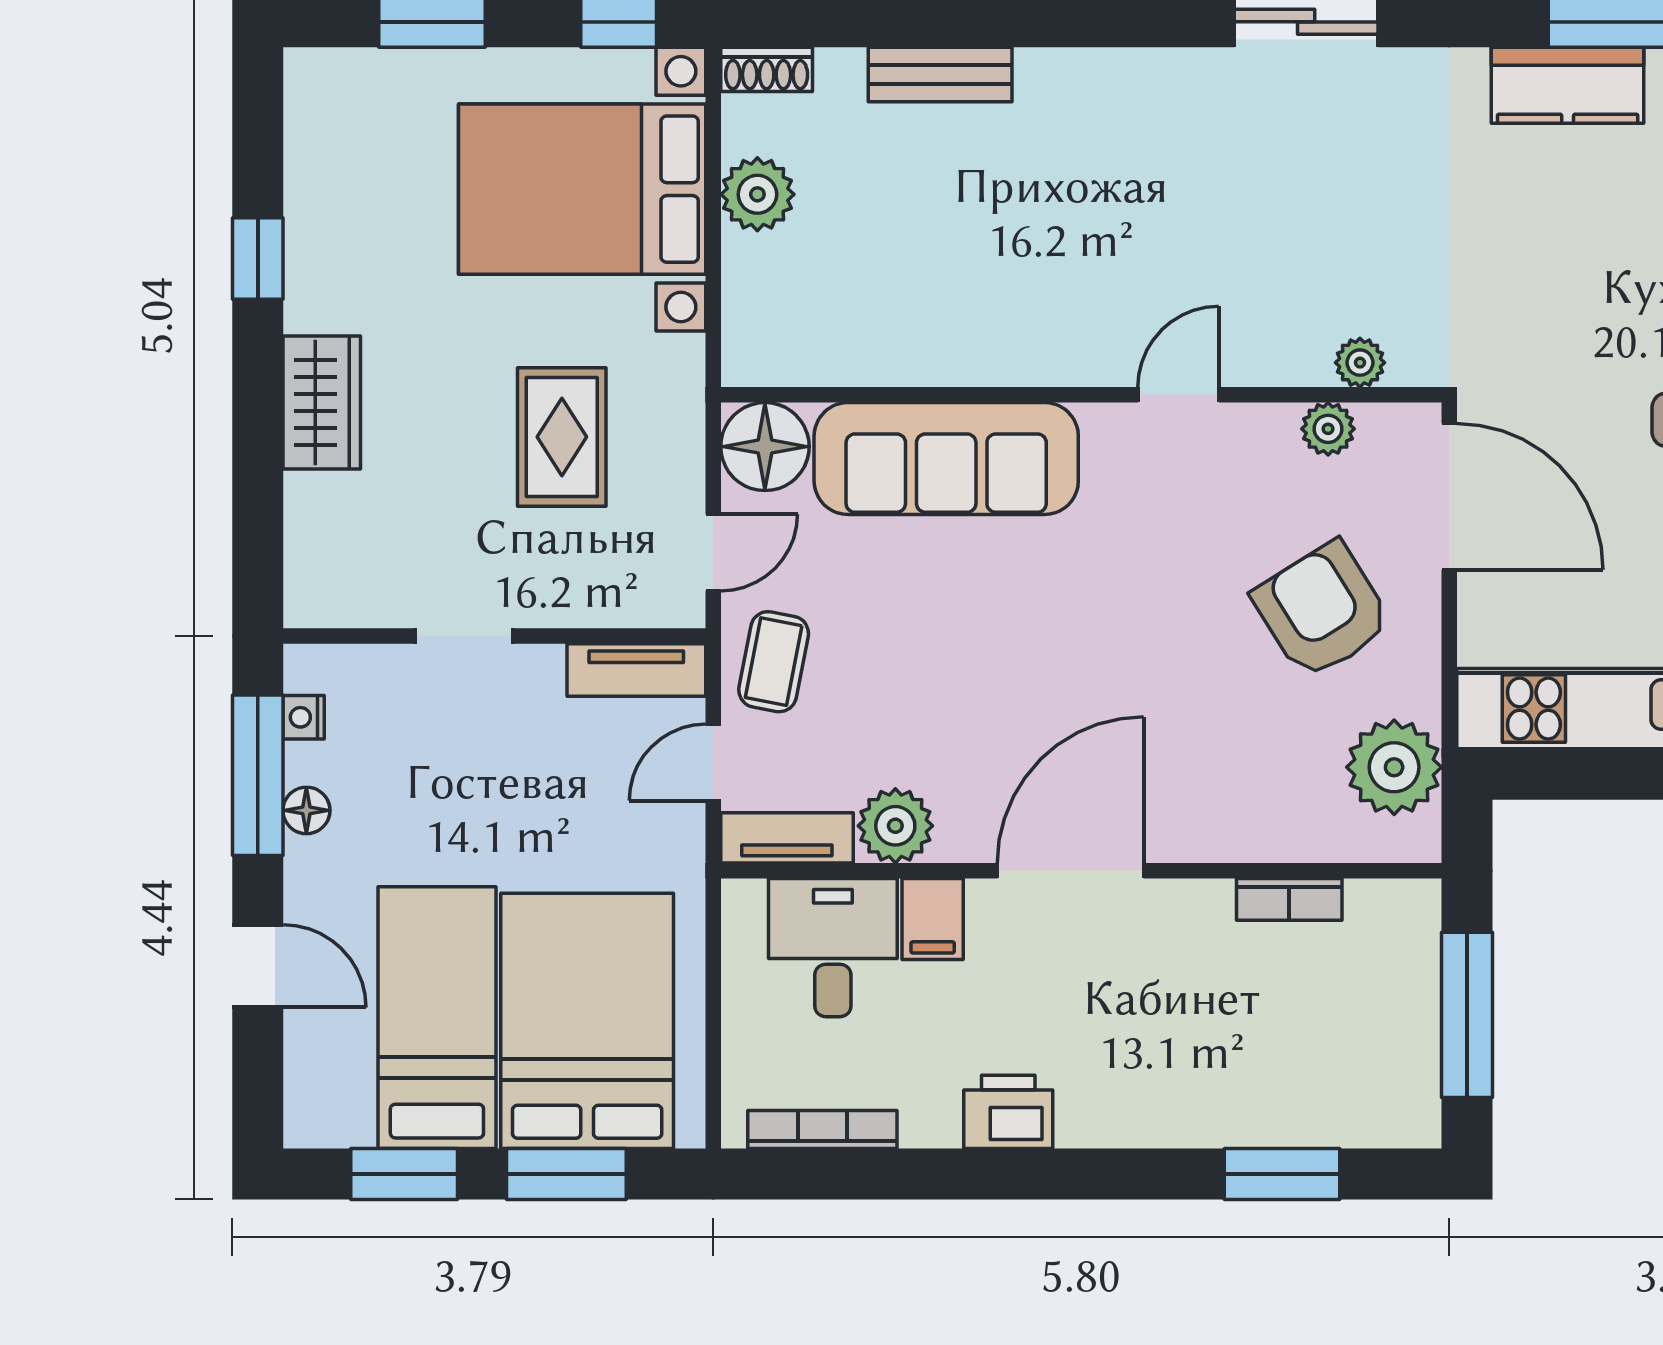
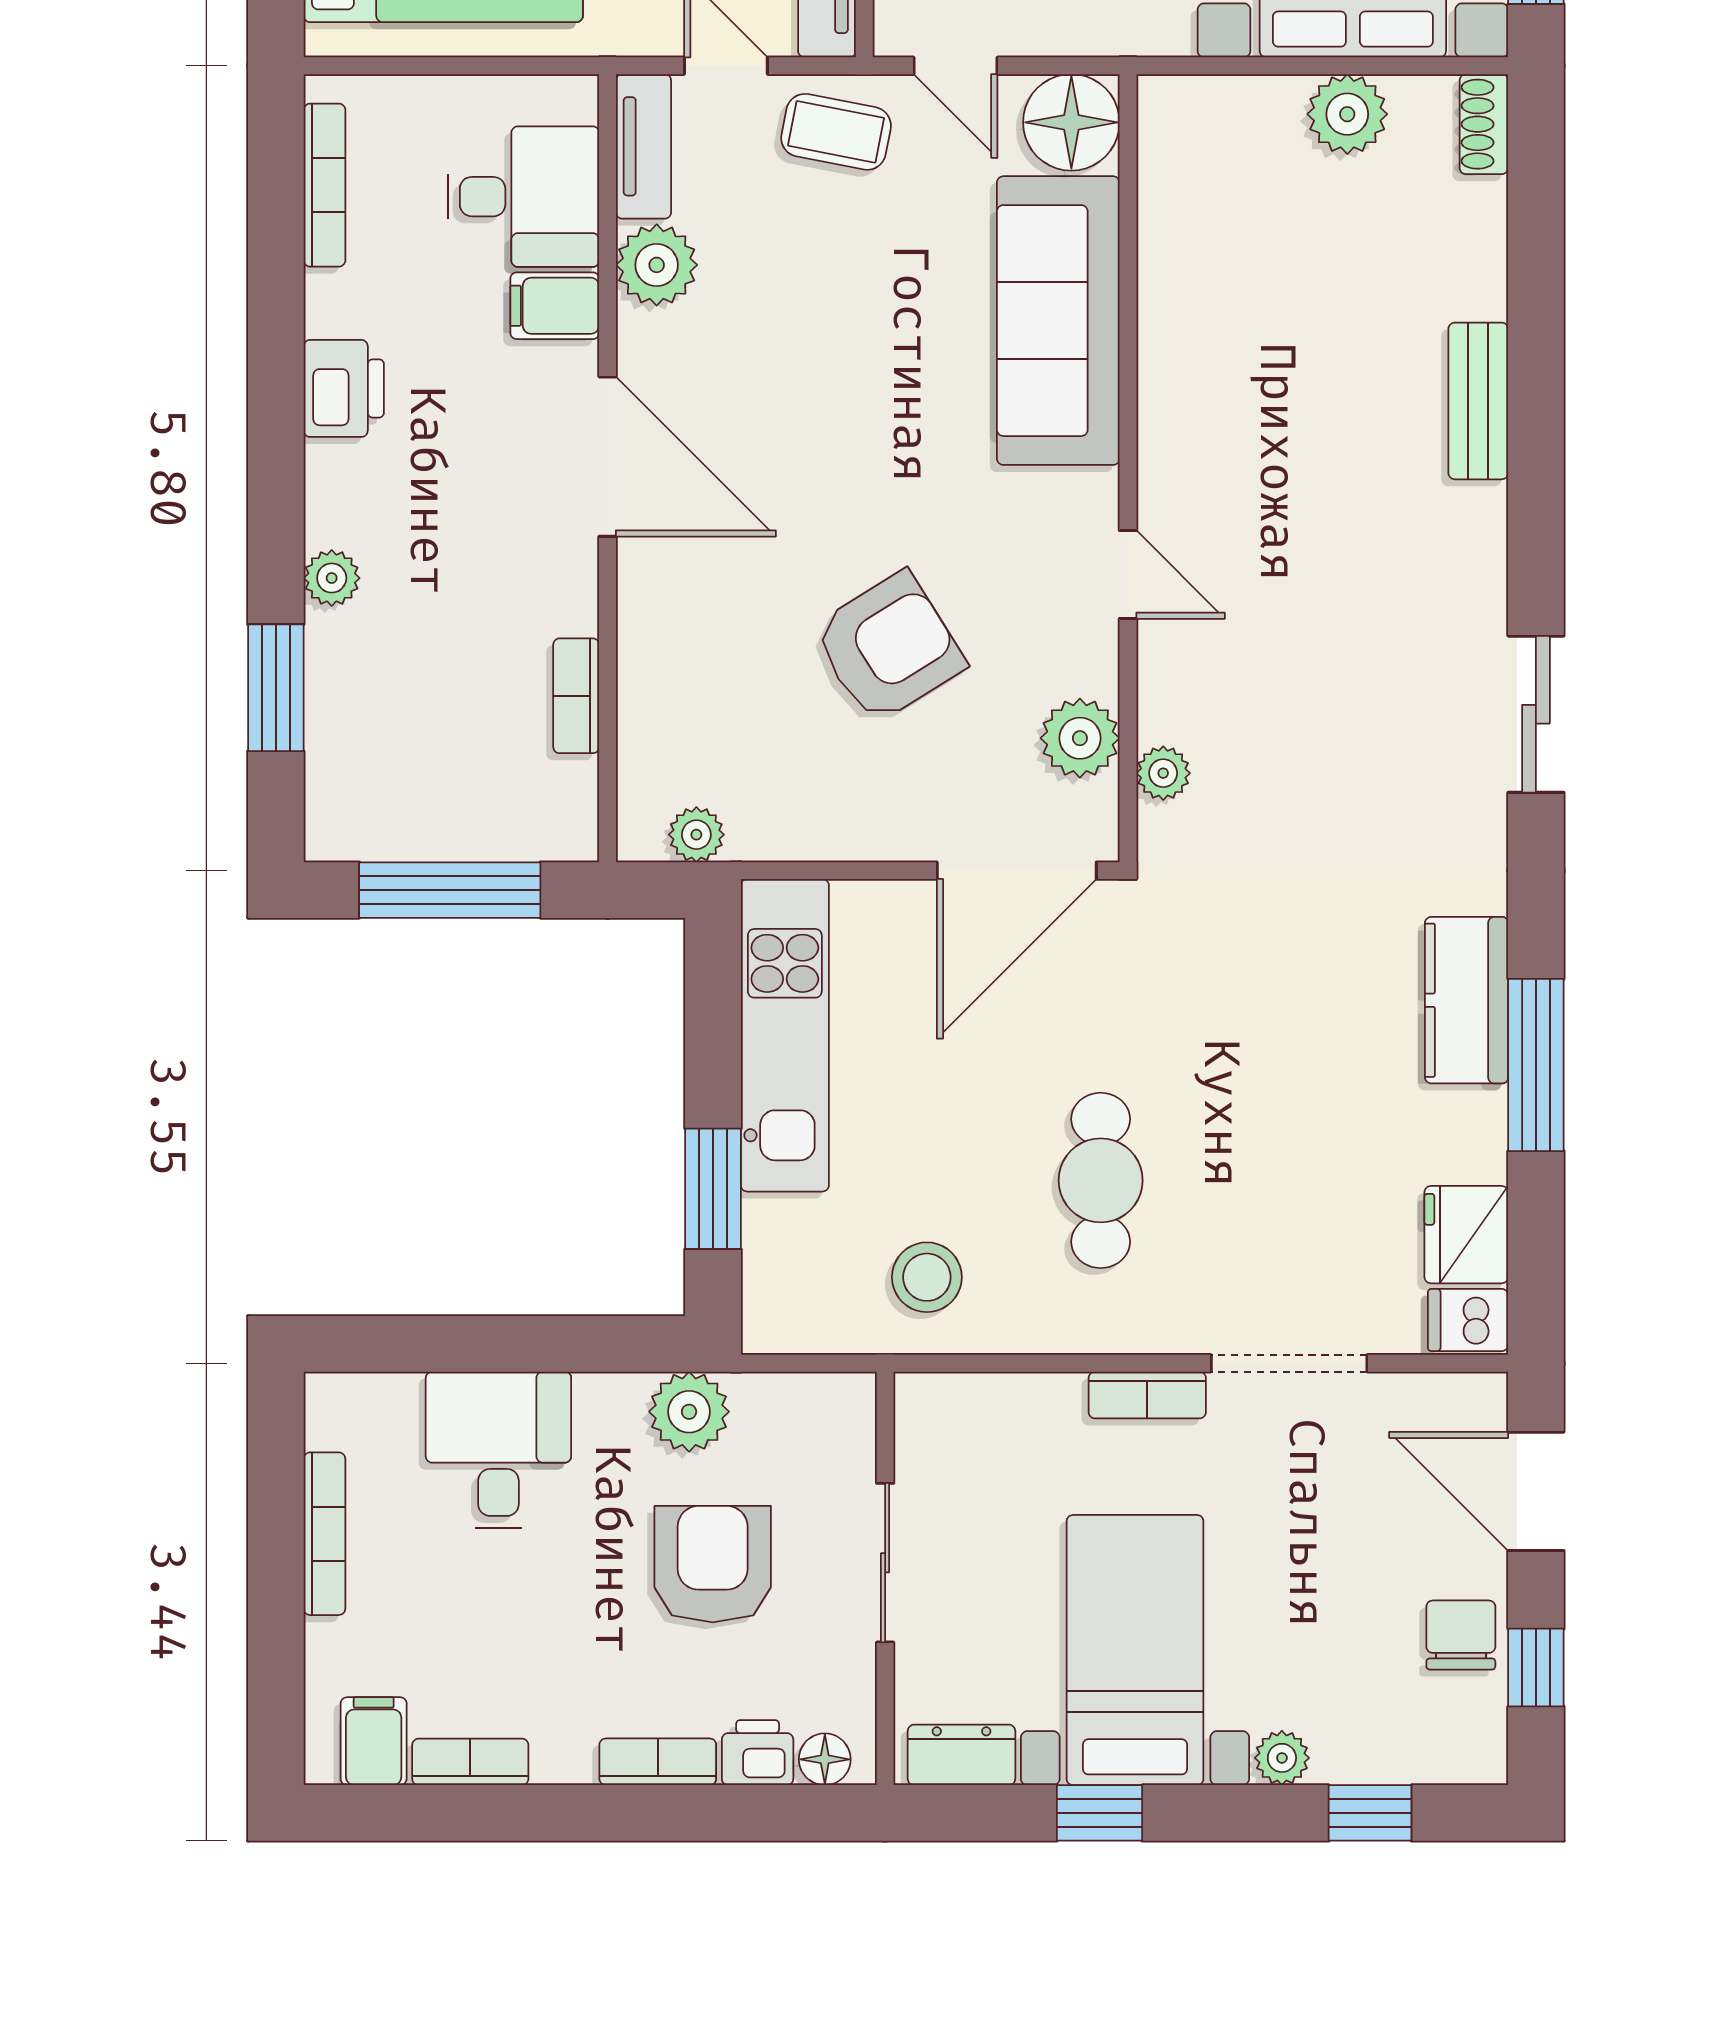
bench: (940, 74) -> (1478, 401), moved
plant: (1328, 429) -> (1080, 738), width x1.38, depth x1.38
armchair: (1322, 610) -> (889, 648), moved
plant: (1394, 767) -> (696, 835), width x0.53, depth x0.53
plant: (1182, 1123) -> (332, 578), added

